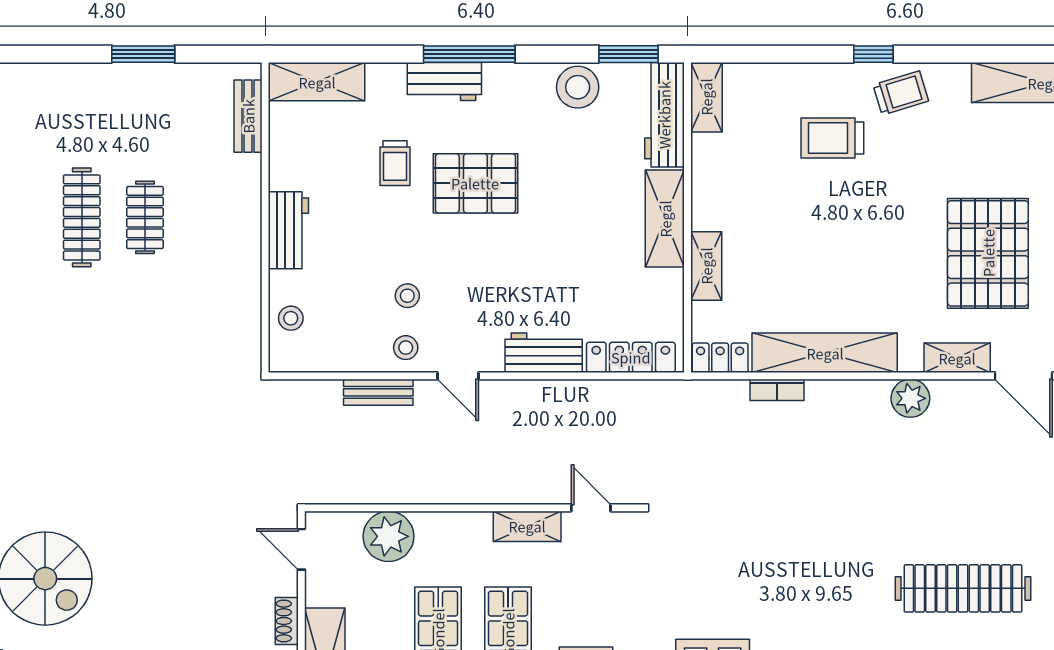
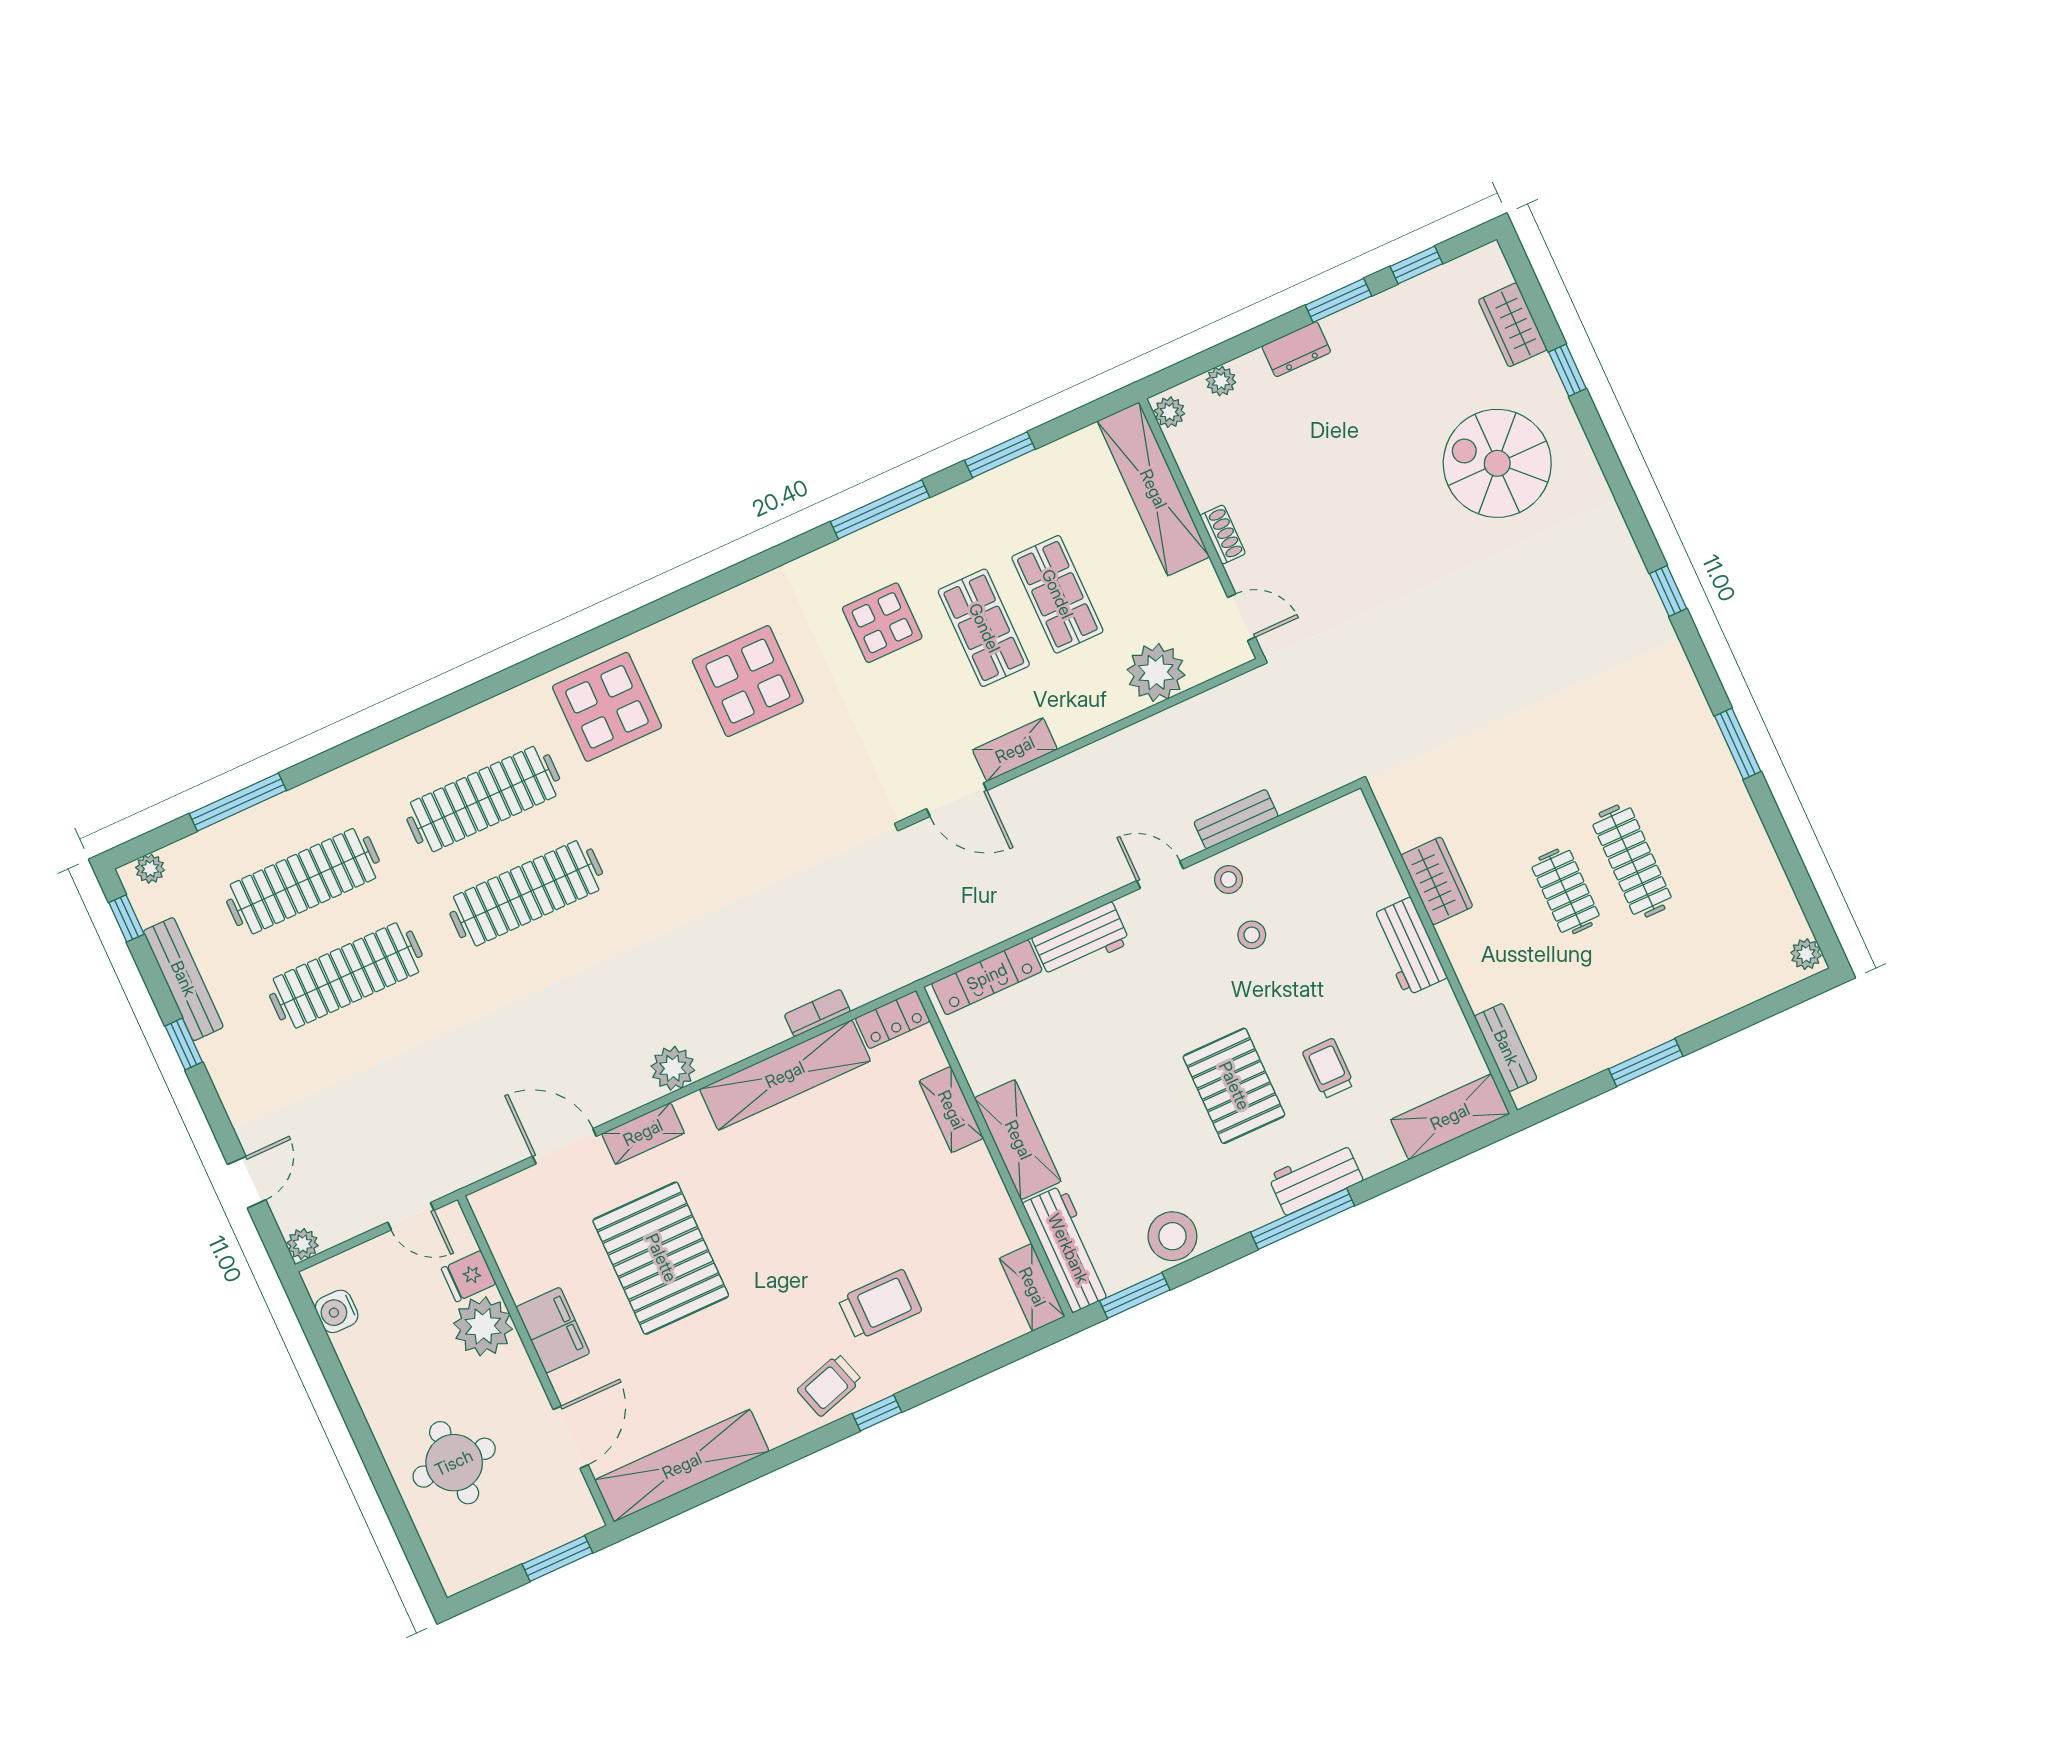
pallet: (475, 183) -> (1234, 1086), turned 90
wardrobe: (242, 272) -> (1437, 881), added
stool: (291, 318) -> (1364, 855), removed
door: (591, 508) -> (957, 800), width x1.38

